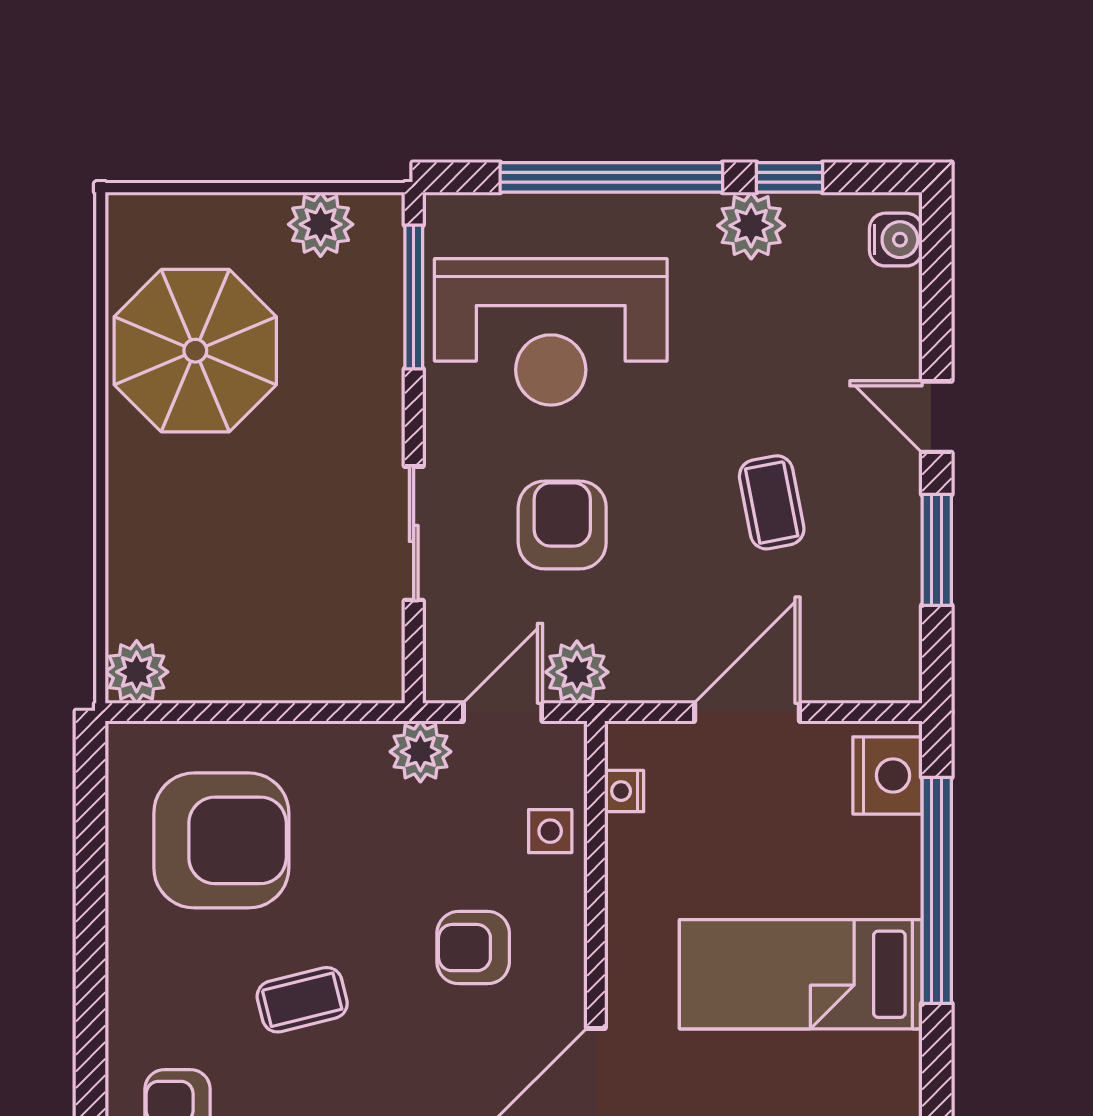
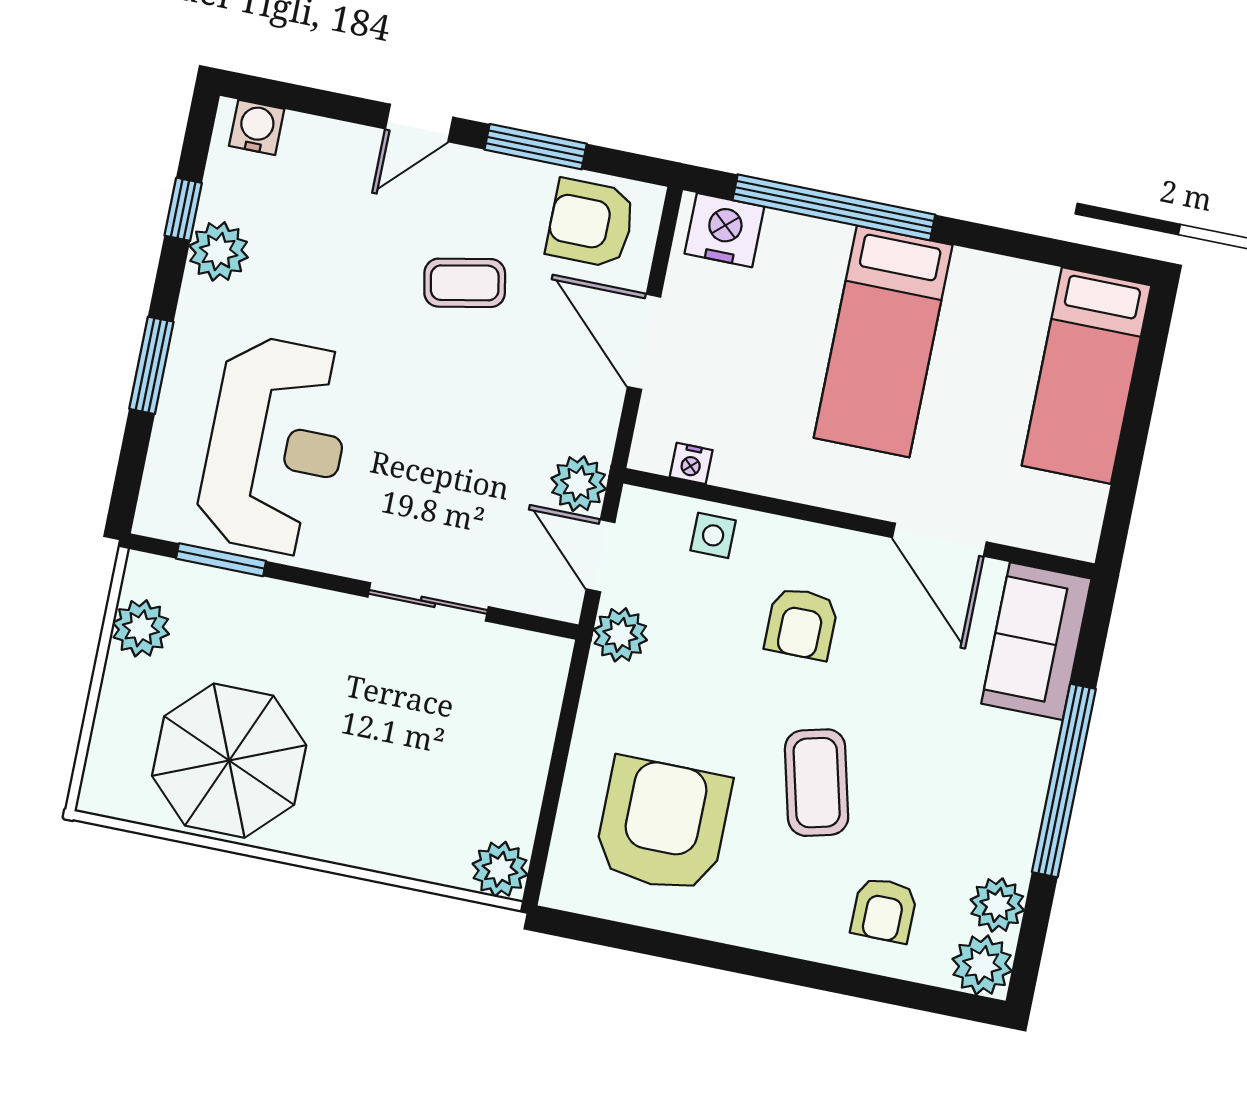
window: (611, 177) -> (151, 365), width x0.47
window: (414, 297) -> (221, 560), width x0.69
armchair: (562, 525) -> (591, 223), moved
coffee table: (302, 1000) -> (817, 783), width x1.36, depth x1.30

